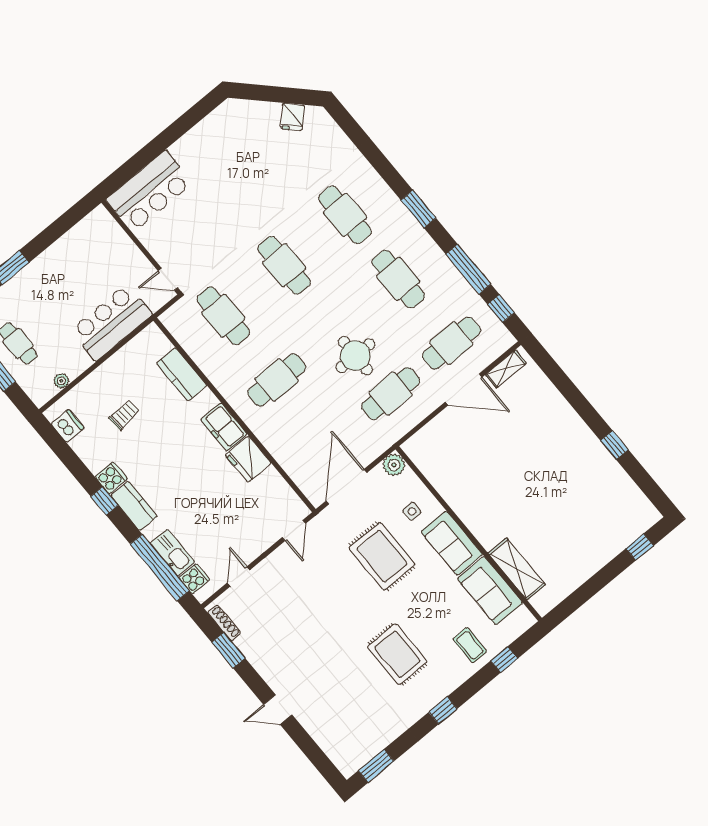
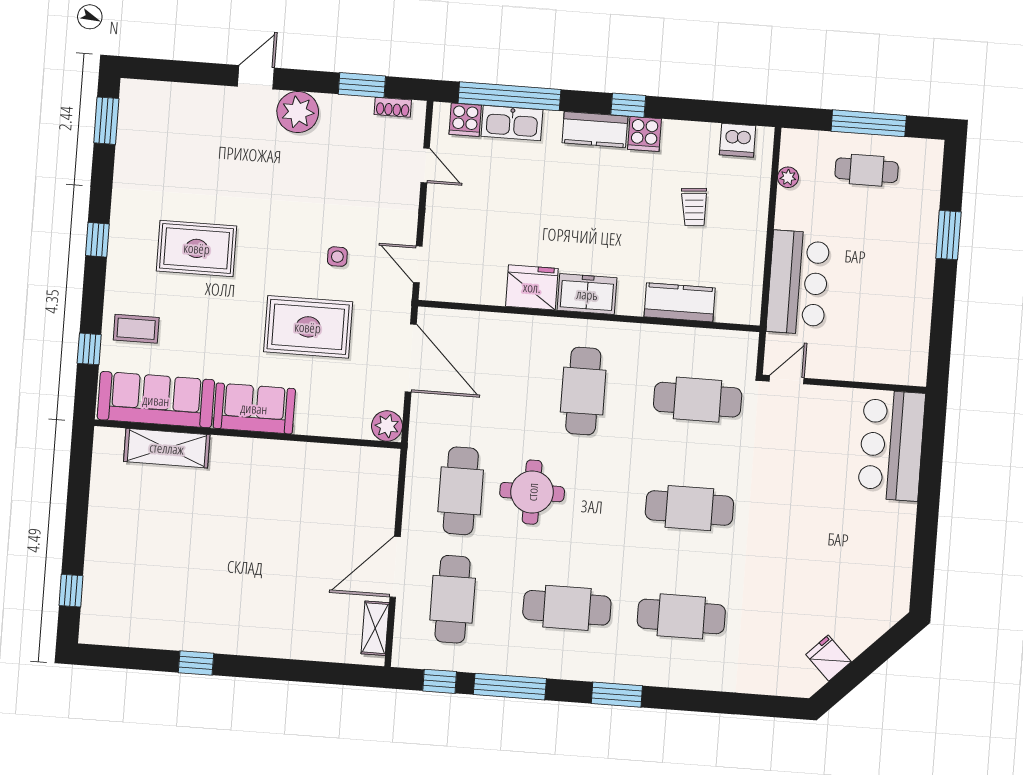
side table: (412, 511) -> (337, 257), moved
sofa: (490, 591) -> (156, 400), width x1.36
shoe rack: (224, 623) -> (393, 107), width x0.70
plant: (275, 670) -> (298, 112), added

